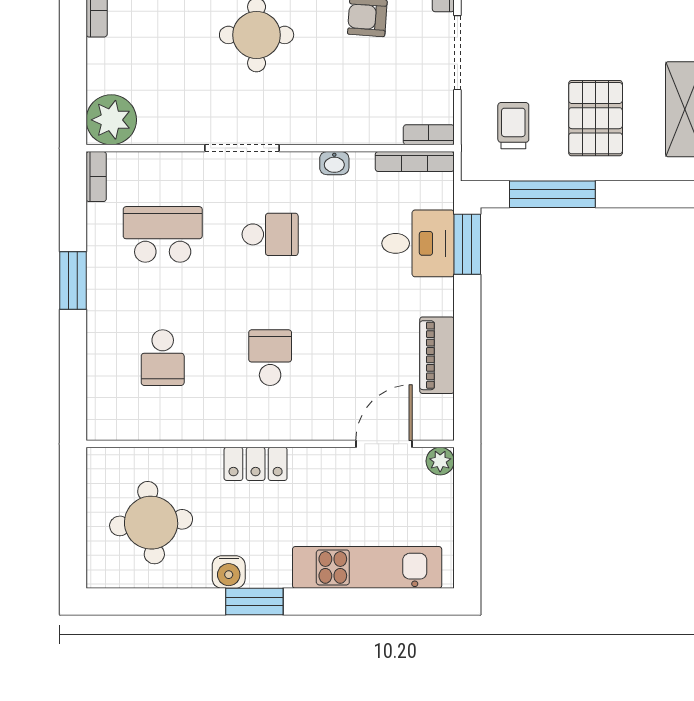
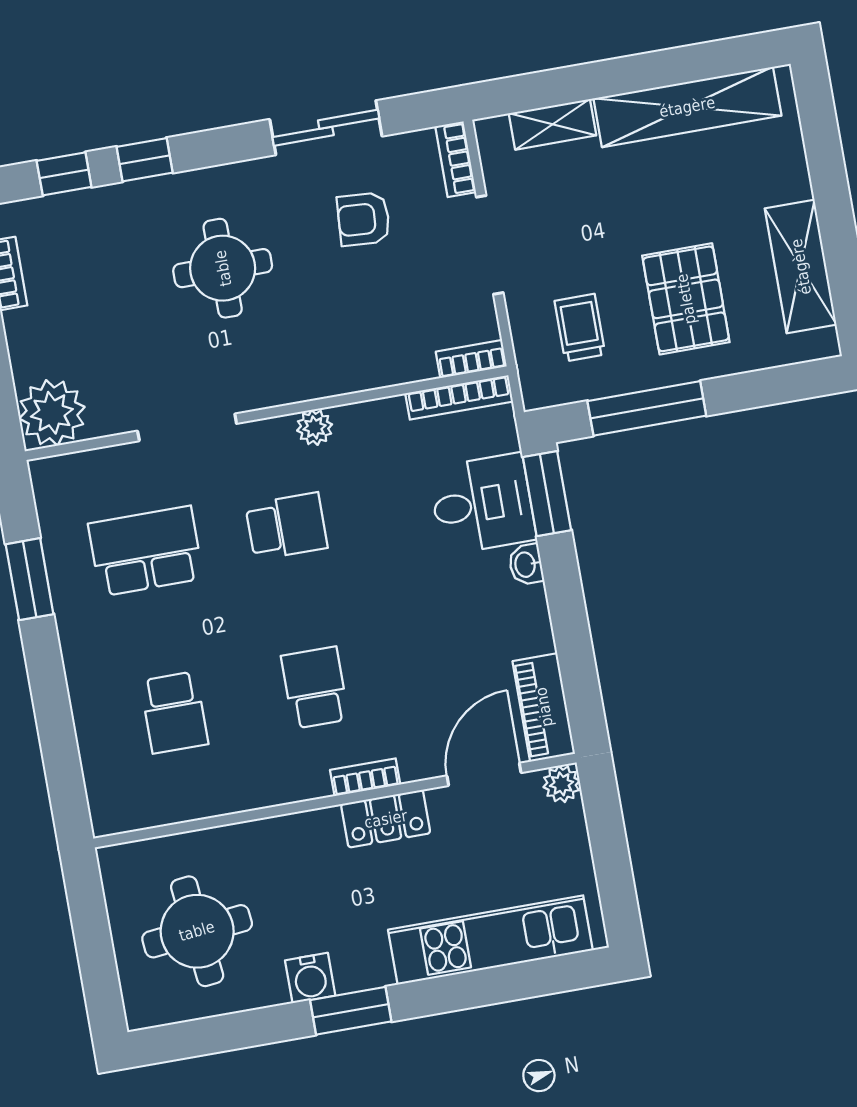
doorway: (242, 148) -> (187, 427), moved
washbasin: (334, 163) -> (526, 565), moved, turned 90
plant: (304, 165) -> (315, 427), added
bookcase: (96, 177) -> (365, 777), moved, turned -90
window: (73, 280) -> (30, 579), moved
piano: (437, 355) -> (544, 707), moved
locker: (256, 464) -> (386, 819), moved

